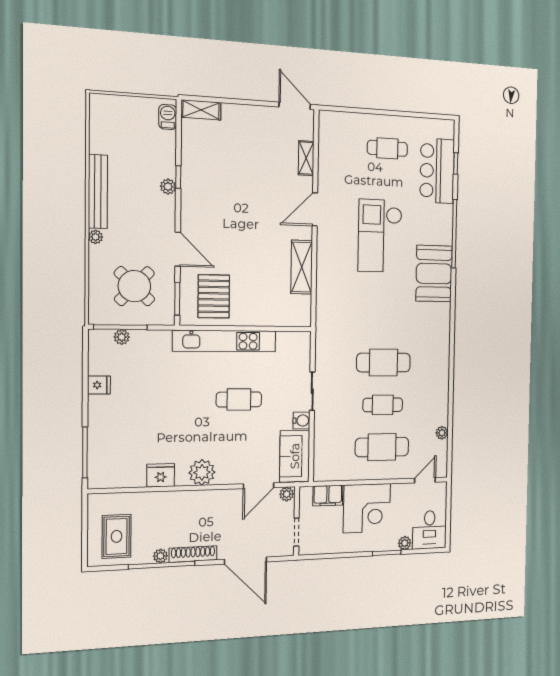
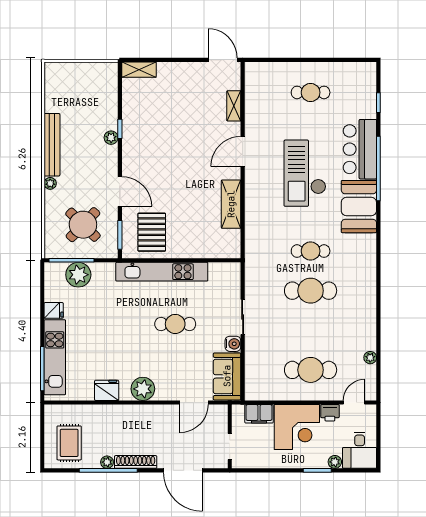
barbecue: (168, 117) -> (110, 78), removed
bar counter: (437, 171) -> (360, 149), moved
plant: (122, 337) -> (78, 275), width x1.88, depth x1.88
cafe table: (383, 405) -> (311, 251), moved
kitchen unit: (100, 439) -> (55, 357), added
printer: (401, 492) -> (330, 413), added
plant: (287, 494) -> (220, 411), removed

